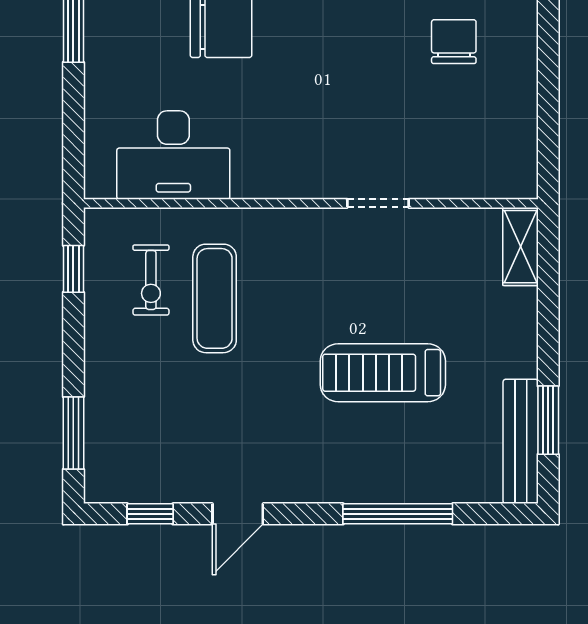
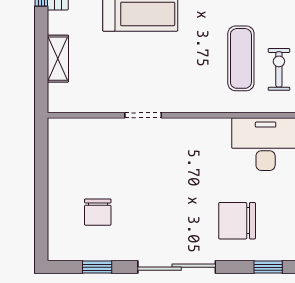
shelving: (520, 247) -> (58, 59), moved

